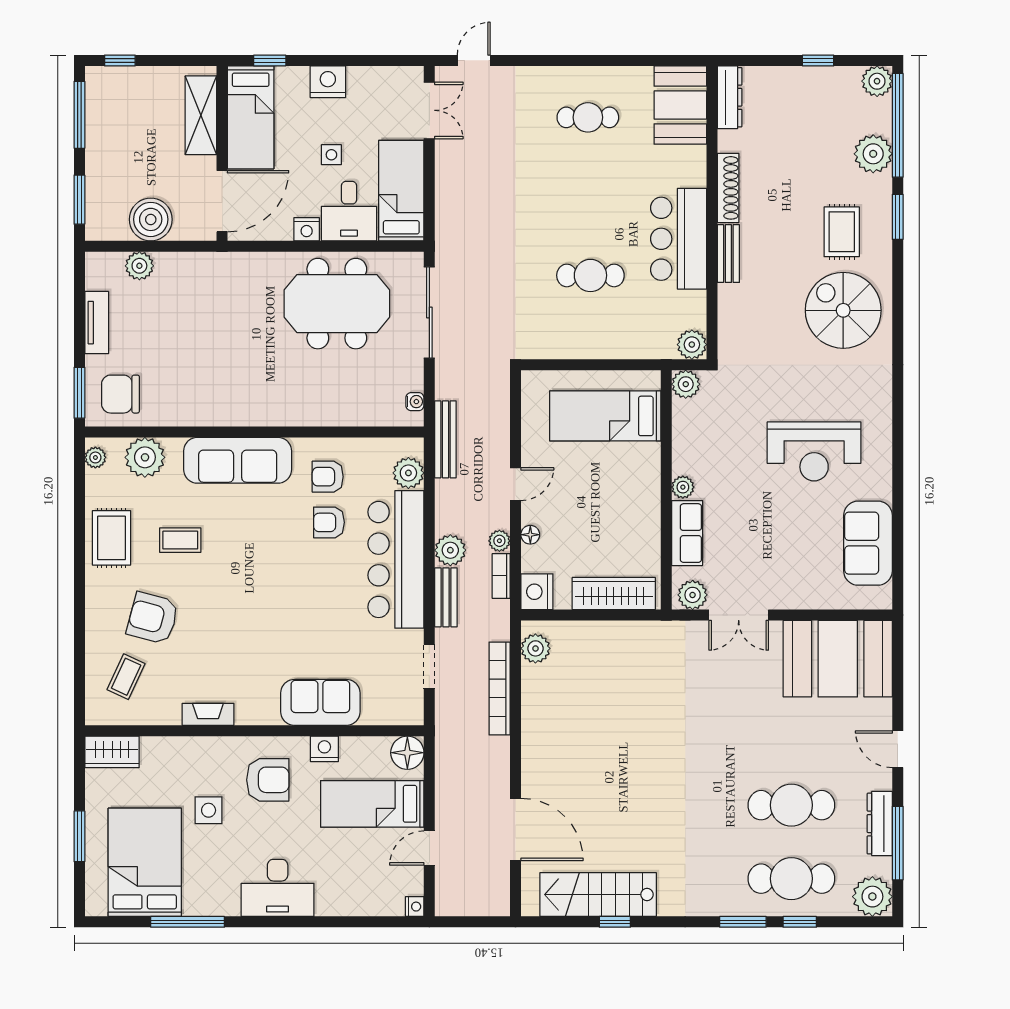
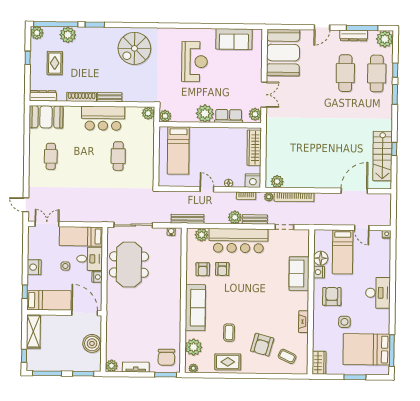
shelving: (201, 115) -> (33, 331), moved, turned 90
rug: (842, 232) -> (55, 63), moved, turned 90
plant: (139, 266) -> (112, 366), moved
plant: (683, 487) -> (205, 113), width x1.87, depth x1.87
plant: (499, 541) -> (269, 197), moved
floor lamp: (407, 753) -> (321, 258), moved
window: (188, 922) -> (392, 351), moved

